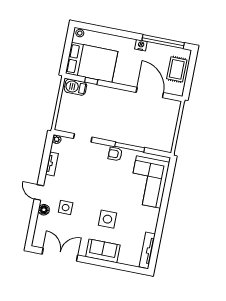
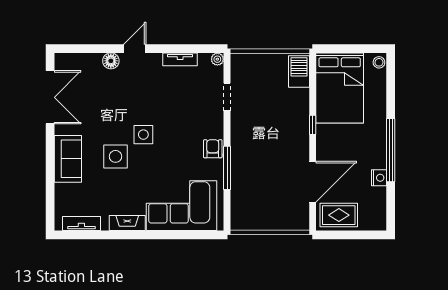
window: (163, 42) -> (391, 150), moved
nightstand: (141, 45) -> (379, 178), moved
rug: (177, 69) -> (339, 215), moved
window: (91, 81) -> (313, 125), moved
side table: (66, 208) -> (143, 135), moved
fireplace: (153, 220) -> (127, 223), added
tv unit: (147, 250) -> (81, 223), width x0.71

